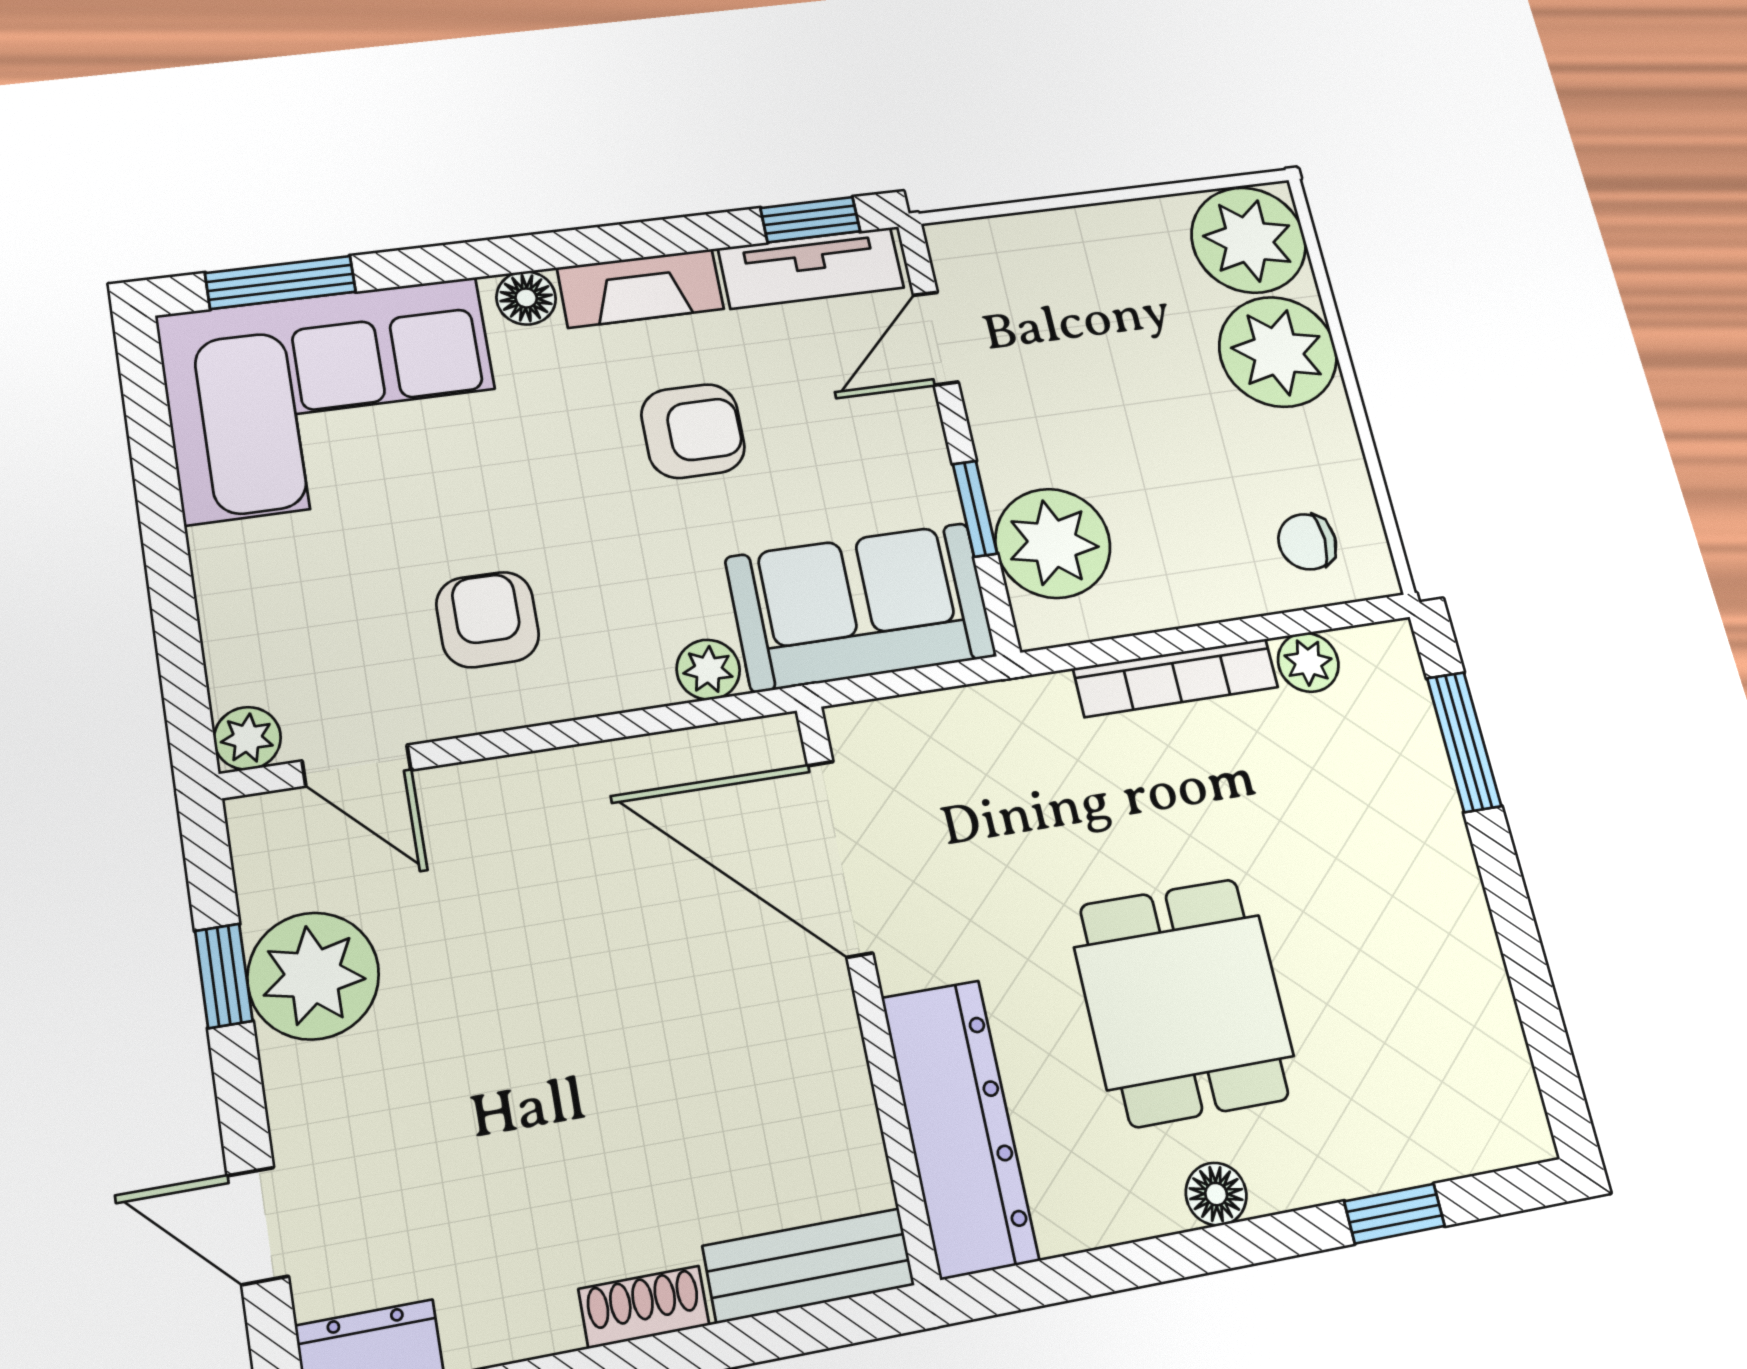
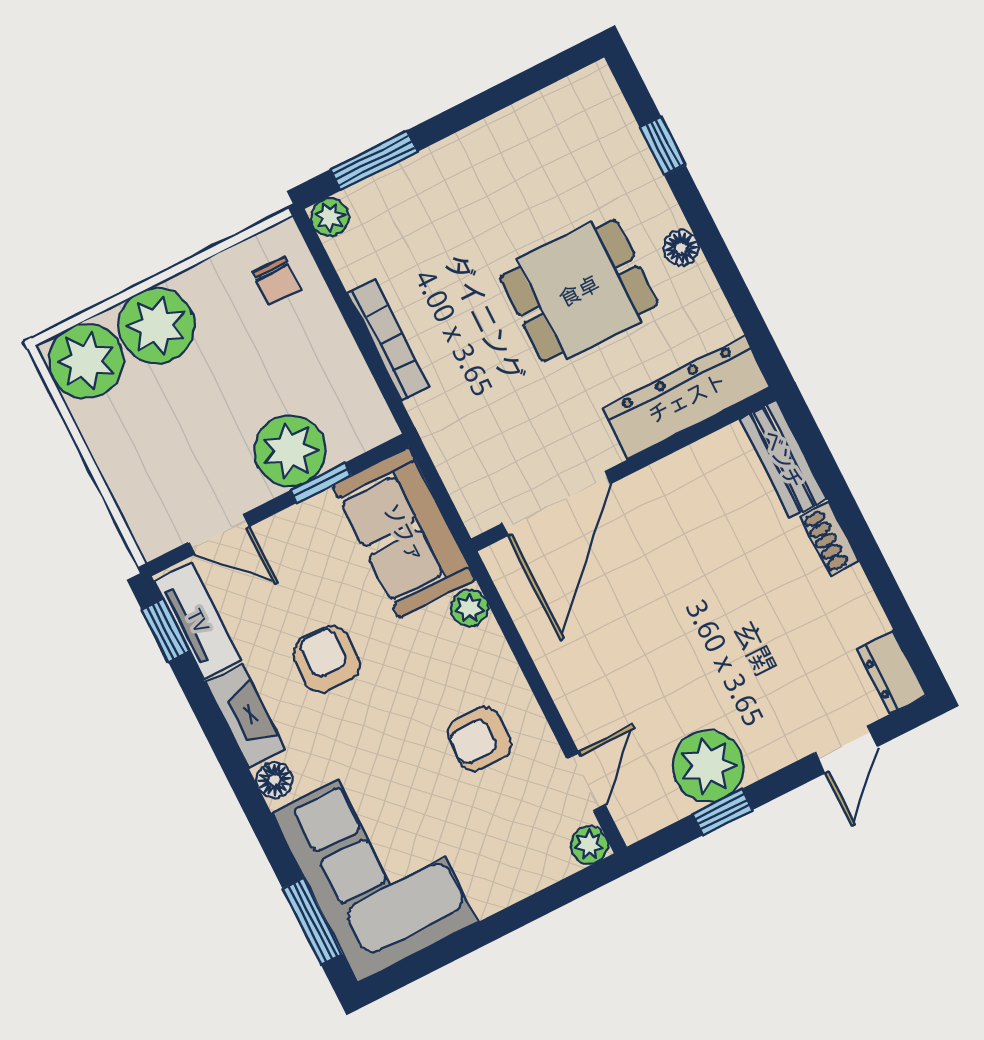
plant: (1053, 543) -> (290, 451), moved
plant: (1308, 662) -> (330, 217), moved

